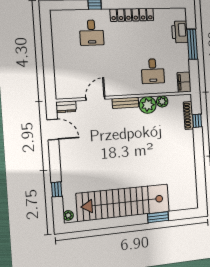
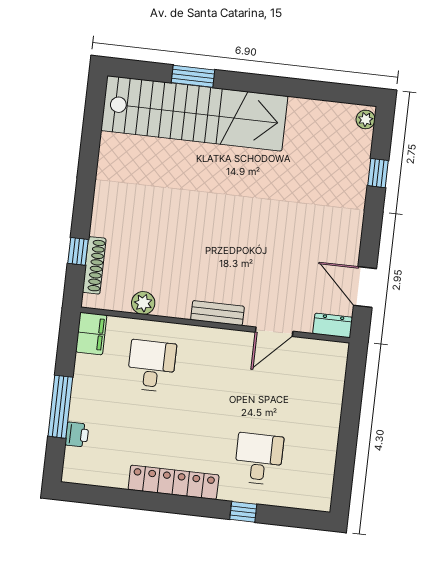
printer: (180, 32) -> (77, 435), width x0.53, depth x0.68
plant: (148, 105) -> (174, 301), removed
stairs: (123, 203) -> (194, 113), moved

